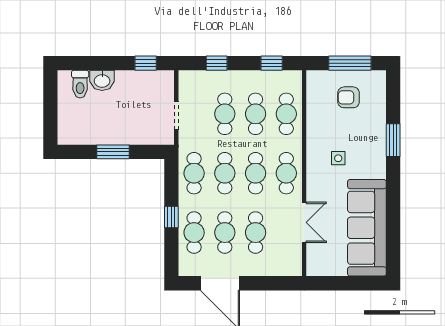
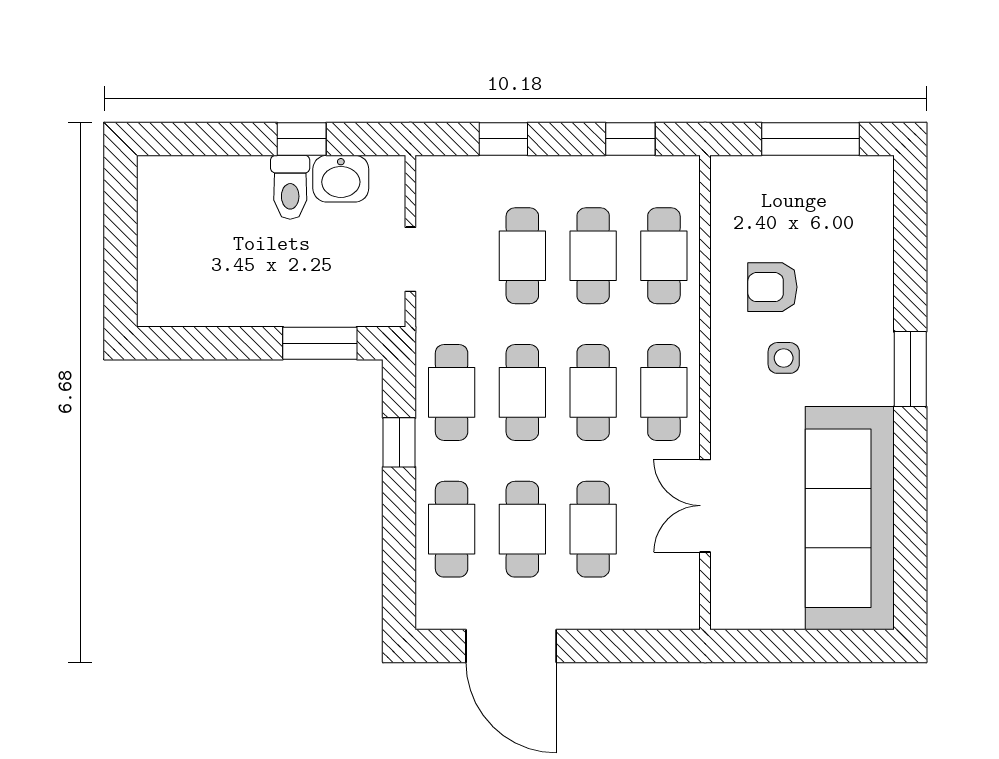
window: (146, 63) -> (302, 139), moved
washbasin: (102, 80) -> (341, 179), moved
toilet: (80, 84) -> (290, 187), moved
armchair: (349, 97) -> (772, 287), moved
window: (393, 140) -> (910, 369), moved
window: (113, 152) -> (320, 343), moved
window: (171, 217) -> (399, 442), moved
double door: (304, 222) -> (705, 506), swing flipped

